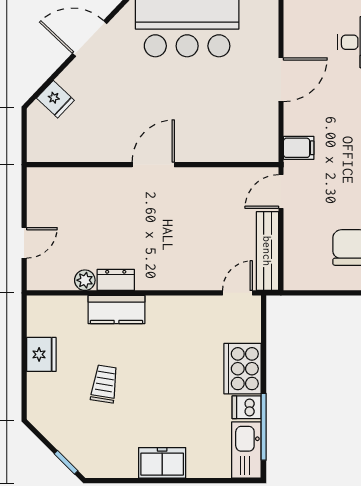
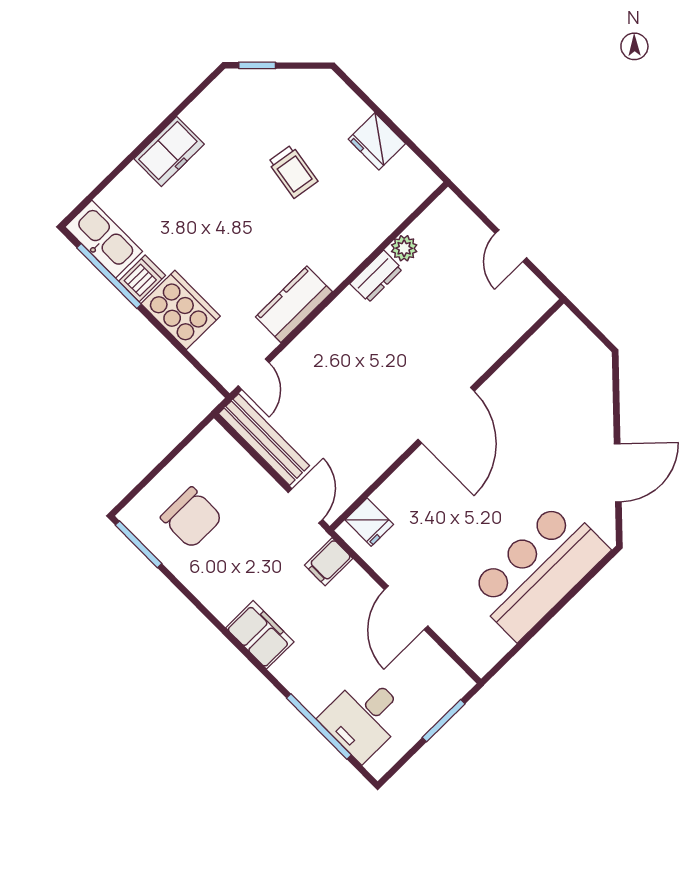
fridge: (55, 99) -> (369, 522), moved, turned -133
door: (153, 165) -> (446, 415), width x1.36
door: (24, 243) -> (511, 246), moved
kitchen counter: (117, 310) -> (294, 304), moved

